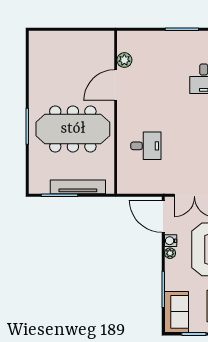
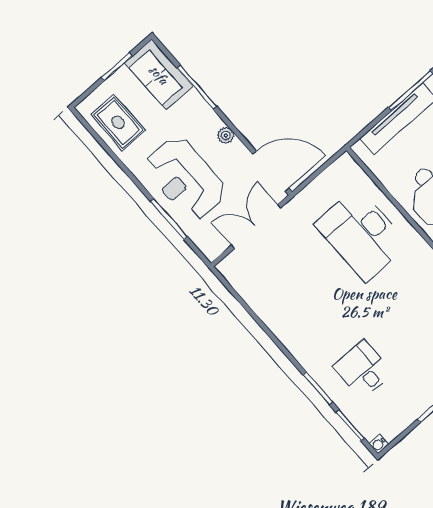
desk: (146, 146) -> (362, 234), width x1.87, depth x1.30
water cooler: (171, 241) -> (238, 150), removed

